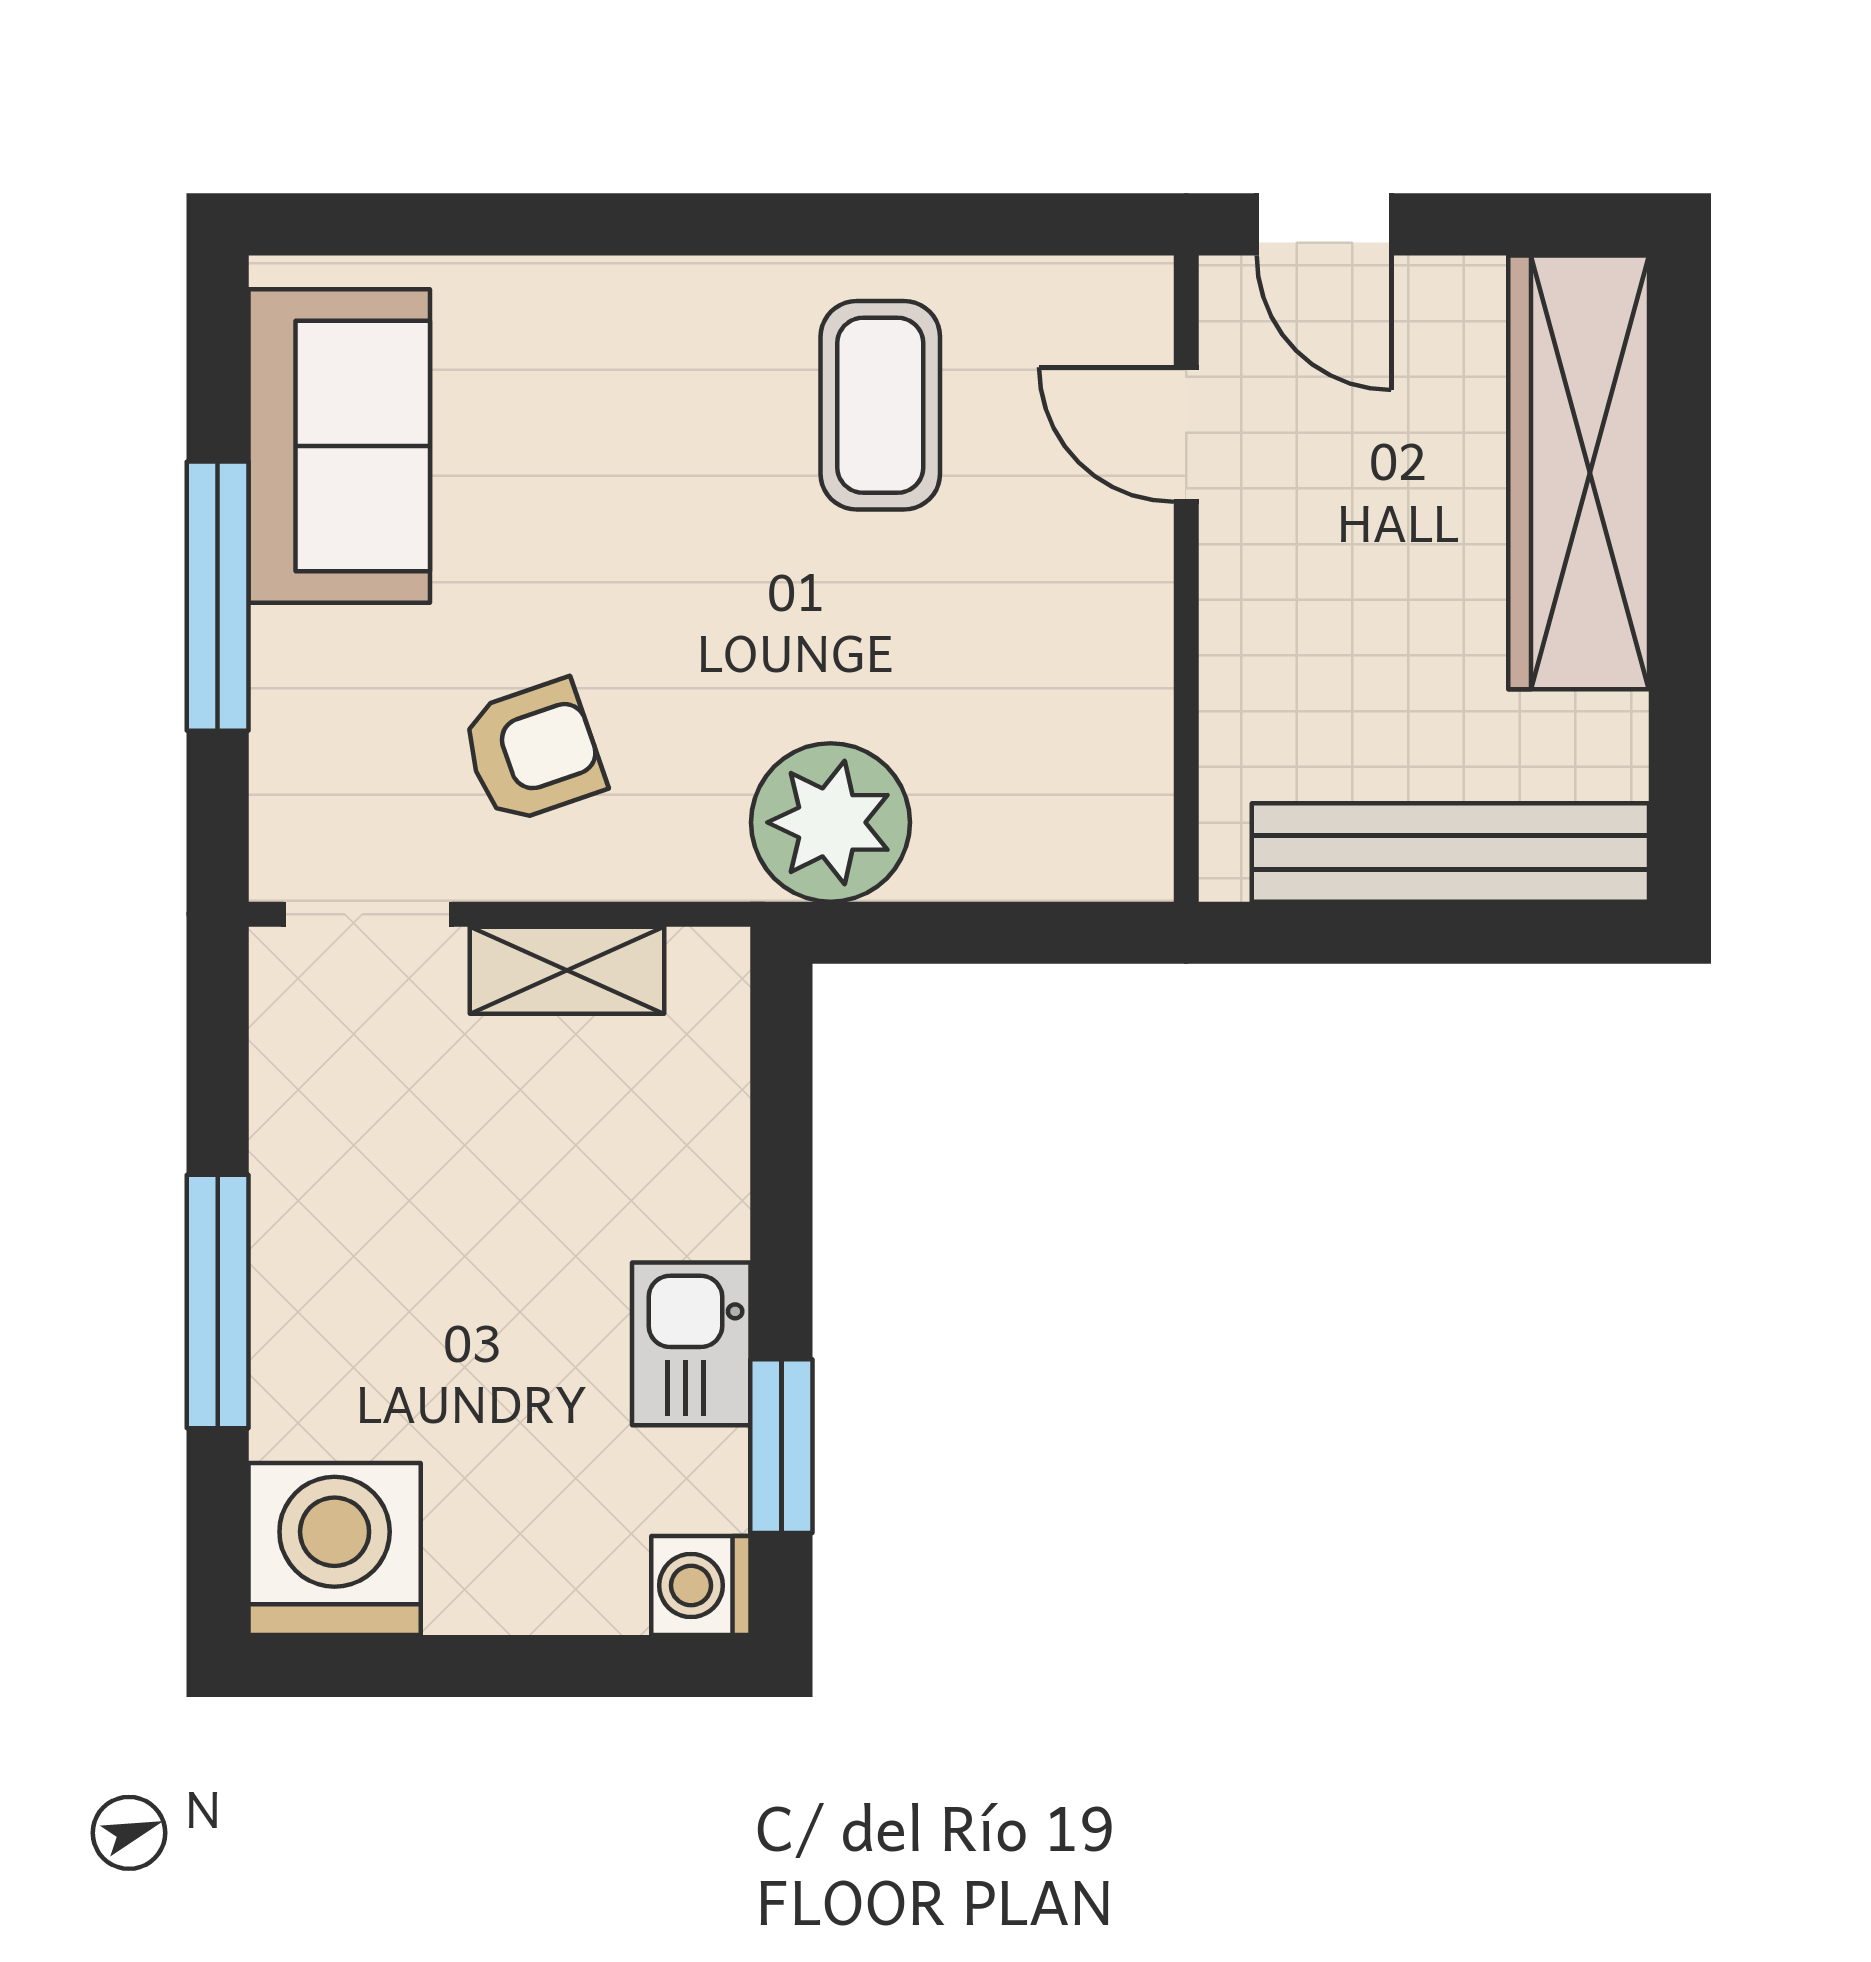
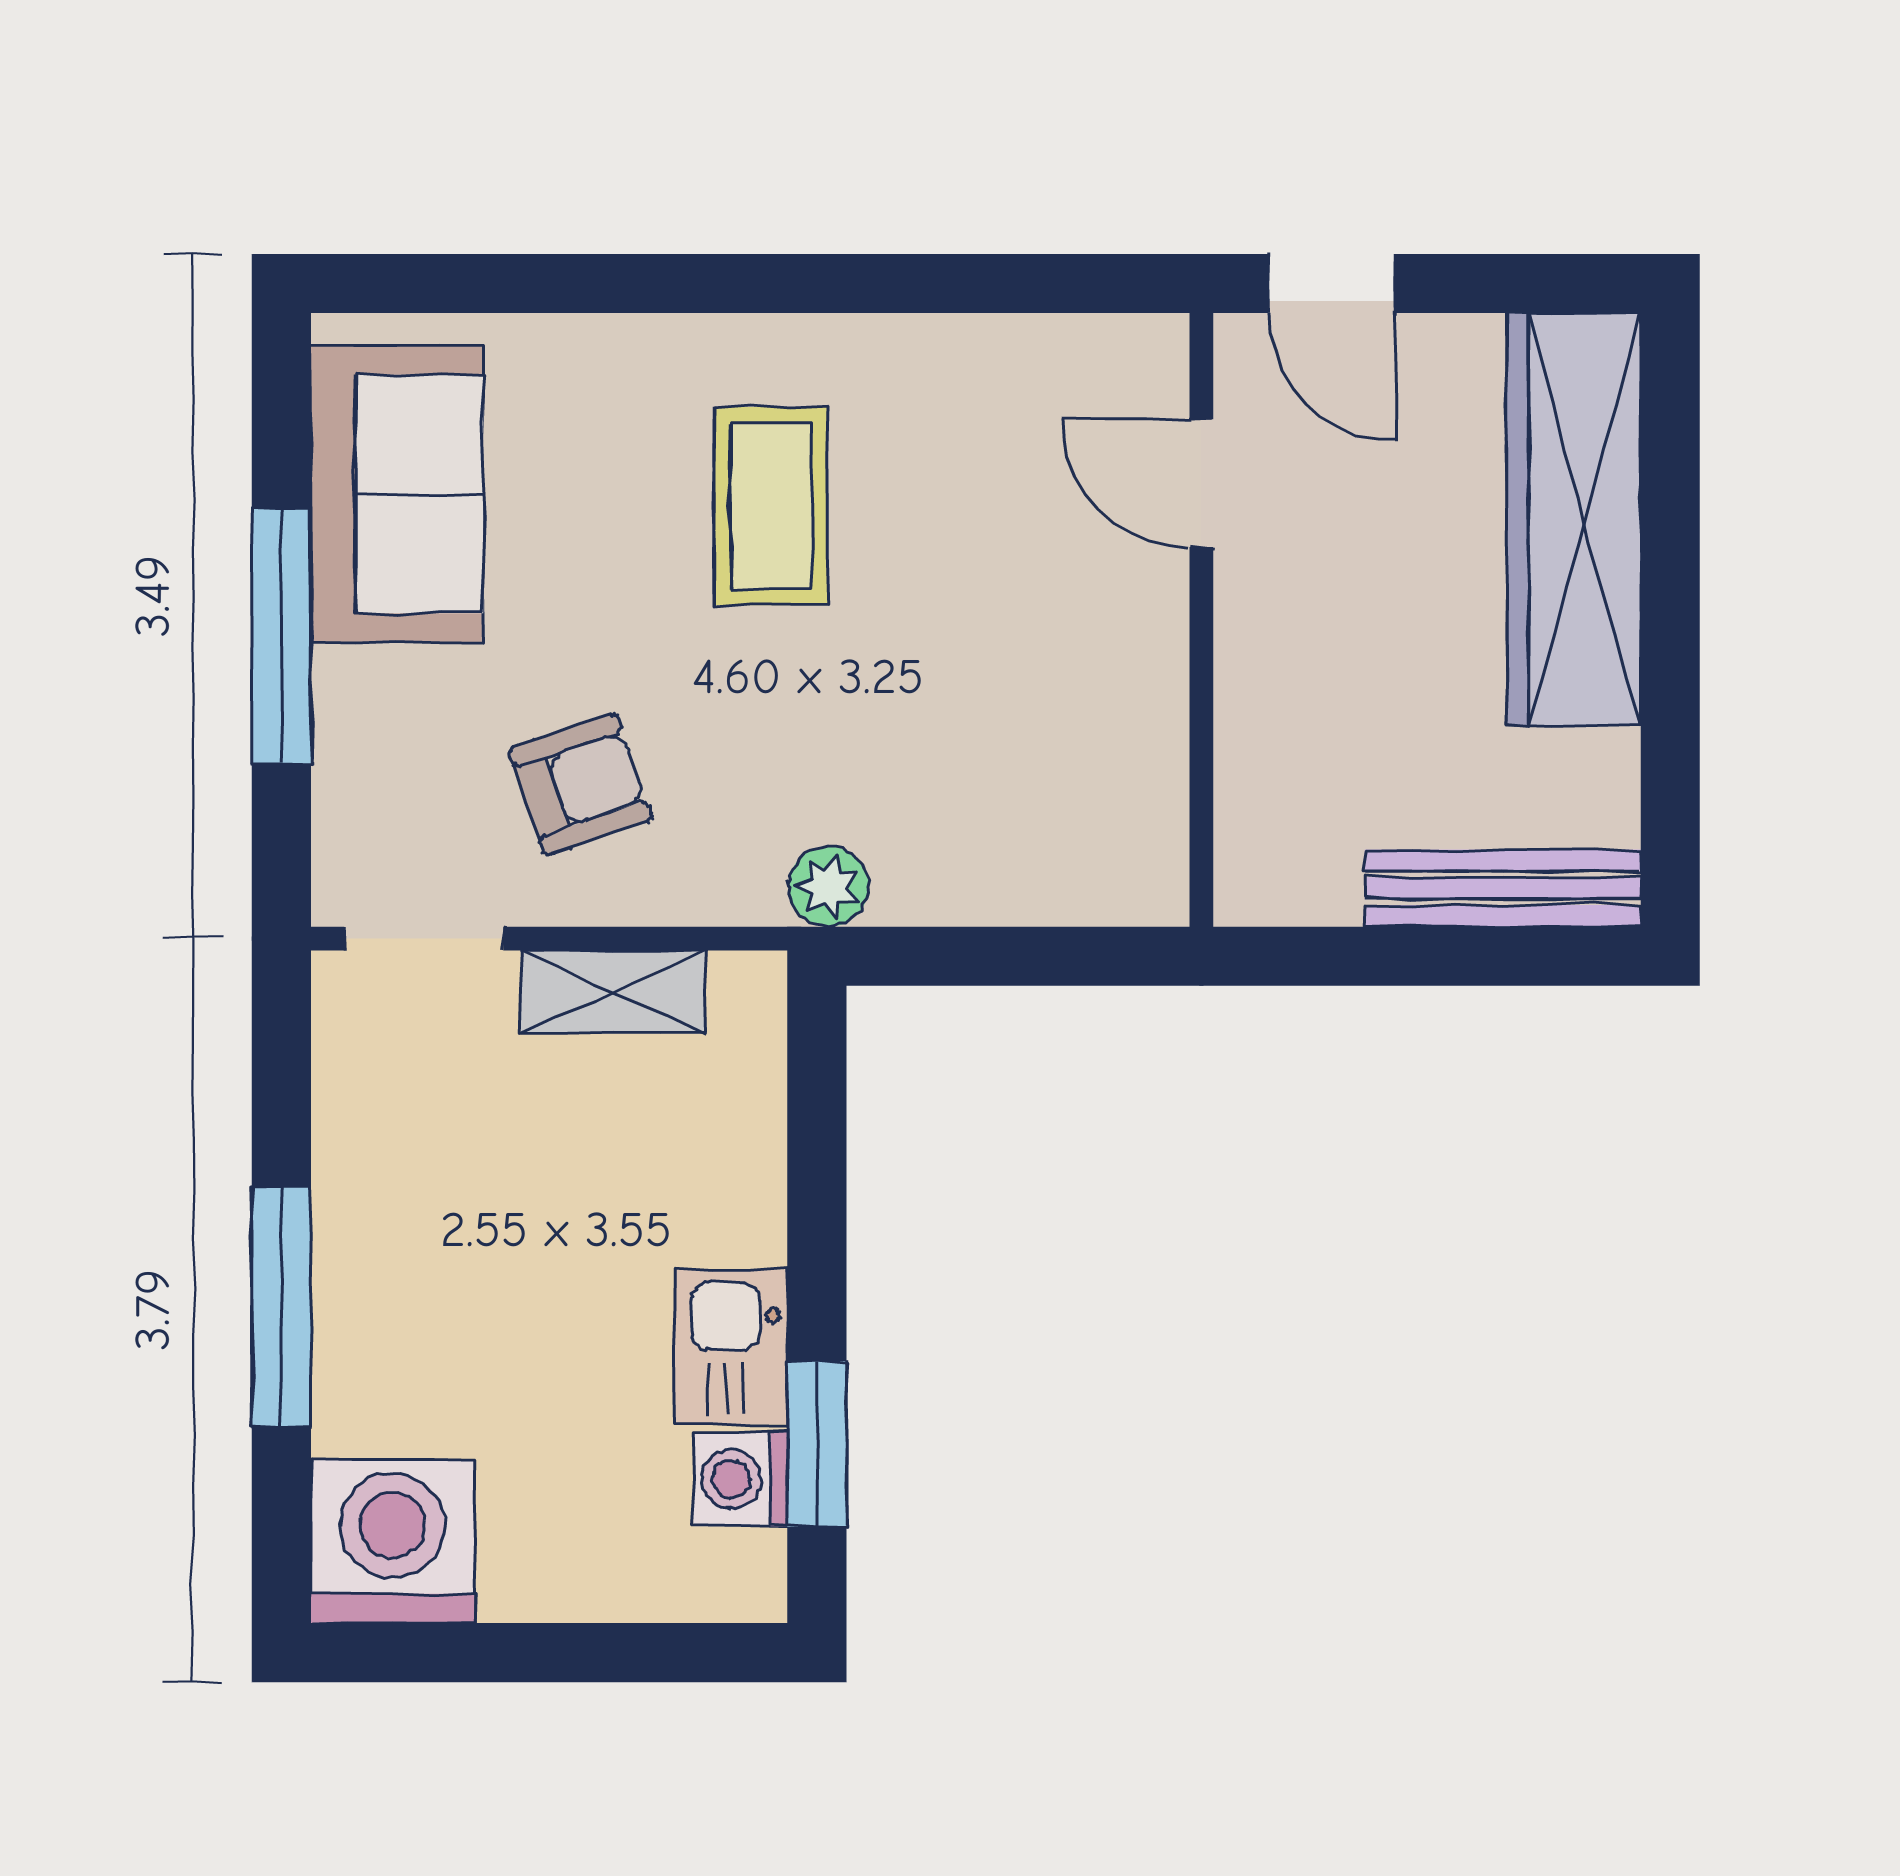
coffee table: (880, 405) -> (771, 506), moved
plant: (830, 822) -> (828, 887), width x0.53, depth x0.53
bench: (1450, 852) -> (1503, 888), width x0.73, depth x0.82
washing machine: (701, 1585) -> (740, 1479), moved

